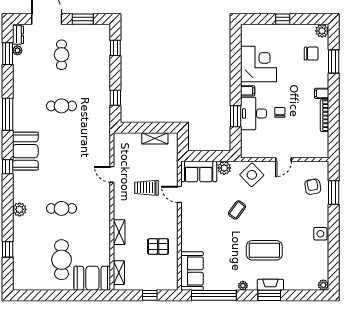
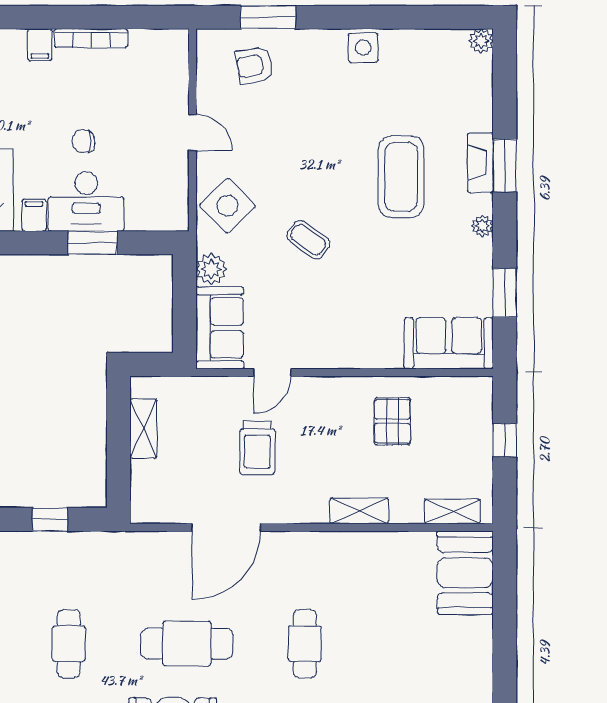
door: (112, 174) -> (226, 527), width x1.87
cafe table: (62, 260) -> (187, 644), moved
window: (214, 295) -> (505, 293), width x0.47

